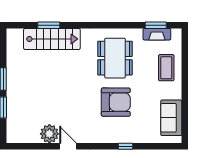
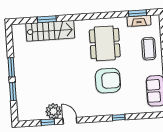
window: (42, 146) -> (48, 122), added

